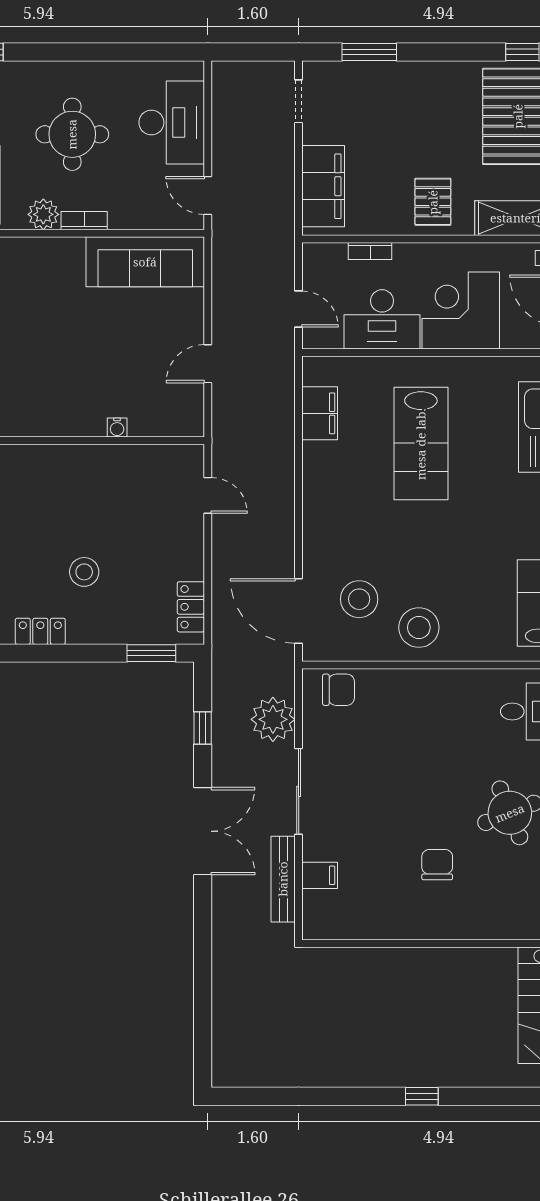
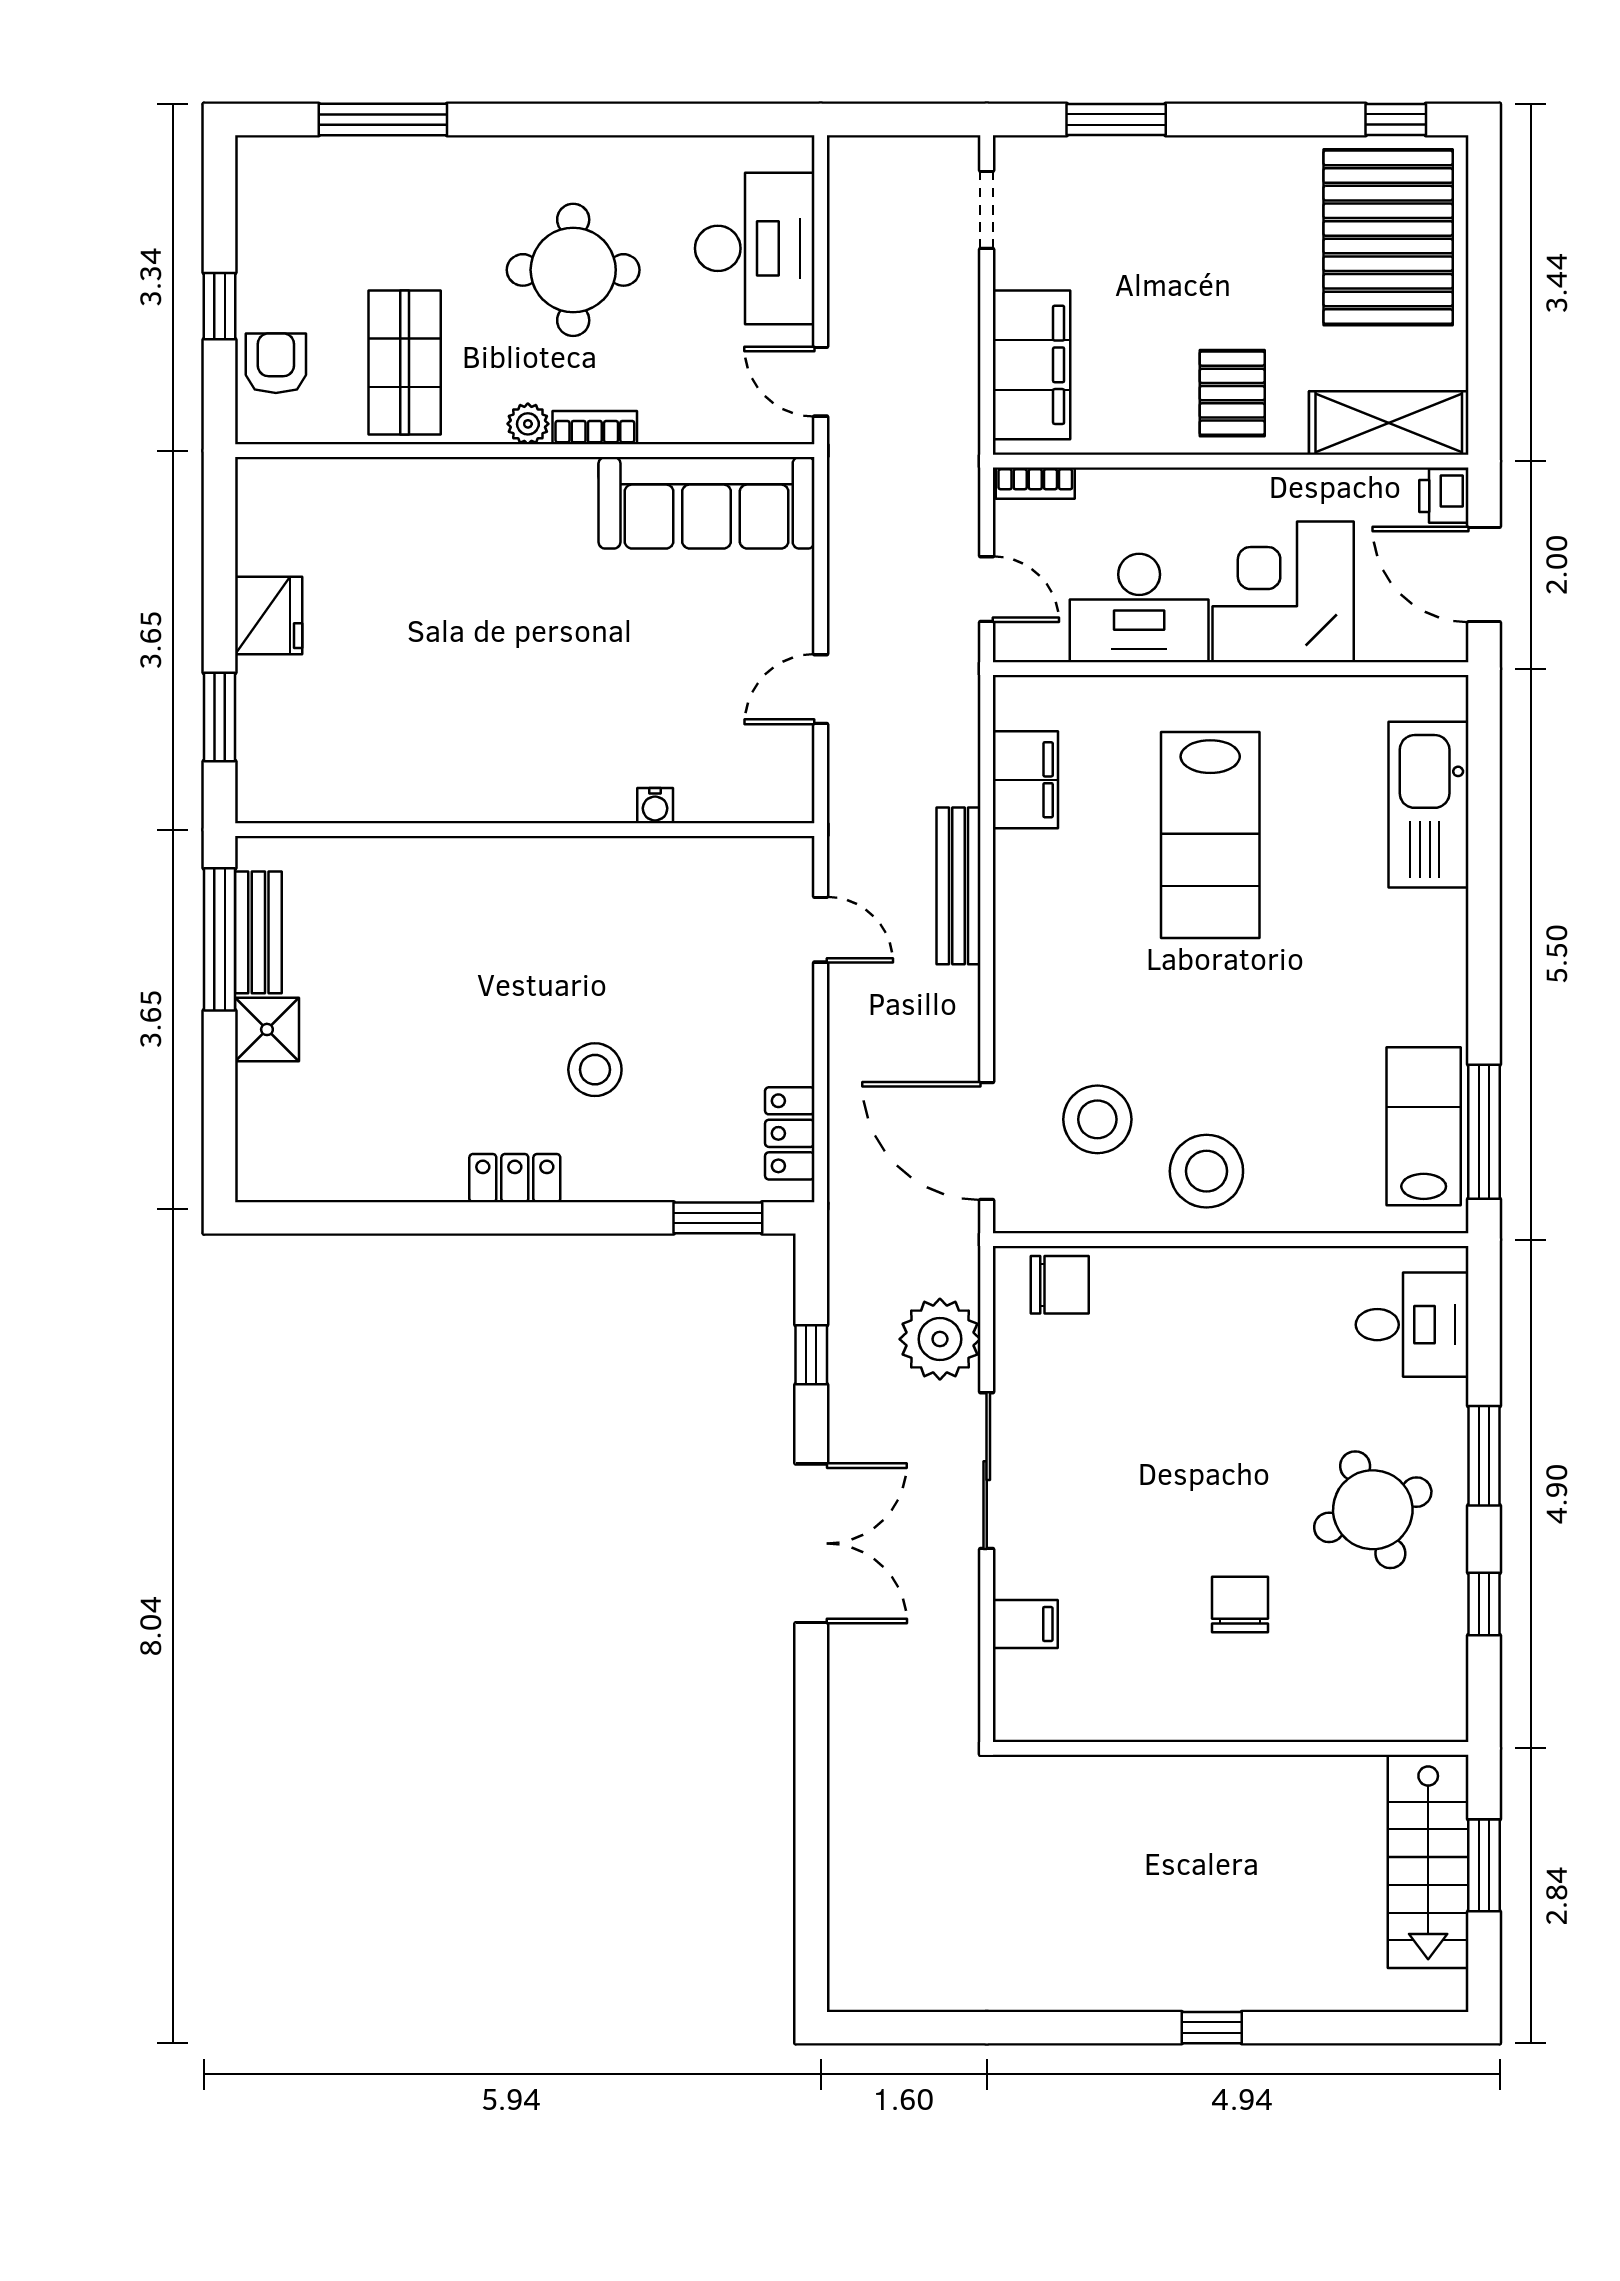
plant: (43, 214) -> (528, 424), width x0.73, depth x0.73
bookcase: (370, 251) -> (1035, 483), moved
bench: (283, 879) -> (959, 886), moved

